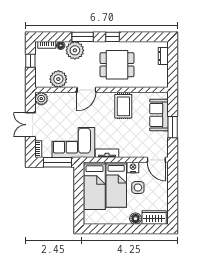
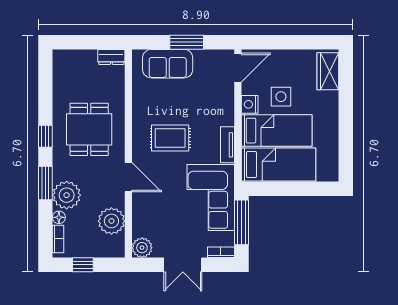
dresser: (163, 56) -> (111, 57), moved
rug: (123, 106) -> (170, 138), moved
floor lamp: (136, 219) -> (330, 100), removed

